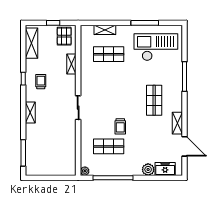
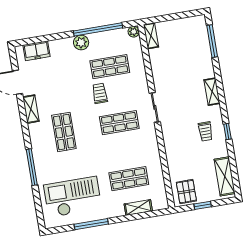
checkout: (156, 47) -> (73, 197), turned 180
shelving: (71, 64) -> (151, 36), moved
shop shelf: (109, 100) -> (119, 123), added
plant: (148, 170) -> (81, 43), moved

